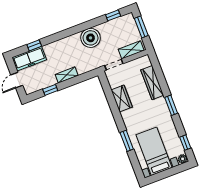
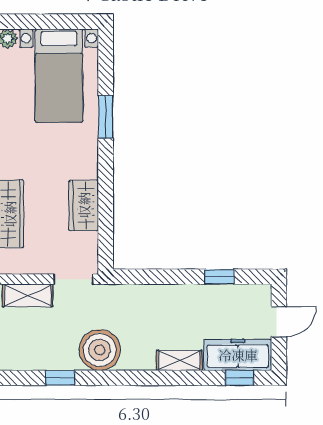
window: (113, 15) -> (60, 378), moved
window: (34, 45) -> (239, 378), moved
shelving: (67, 75) -> (179, 360), moved

